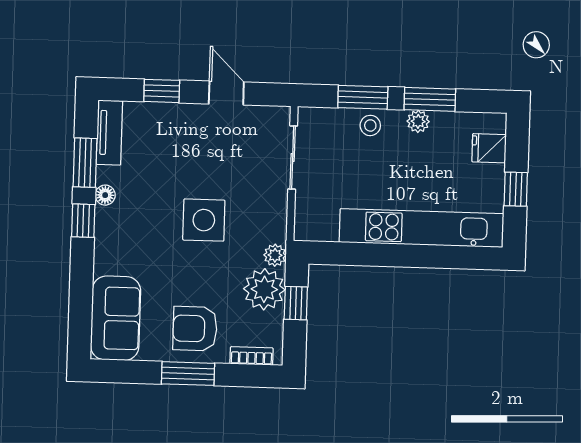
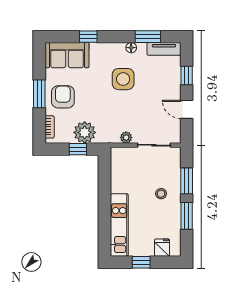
door: (226, 93) -> (187, 109), swing flipped
plant: (418, 121) -> (175, 210), removed
stool: (370, 125) -> (161, 194), moved
side table: (204, 220) -> (123, 79), moved
window: (83, 221) -> (88, 37), moved
kitchen unit: (421, 228) -> (119, 225), width x0.73
plant: (275, 255) -> (126, 137), moved

